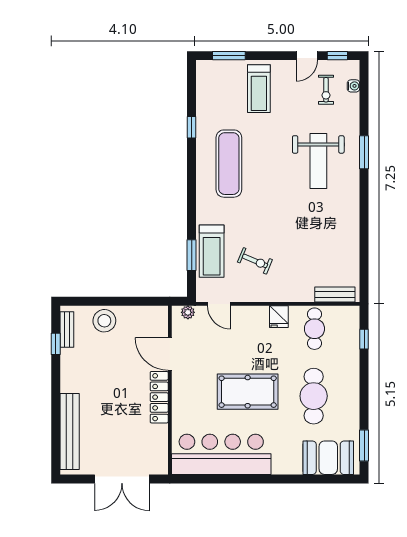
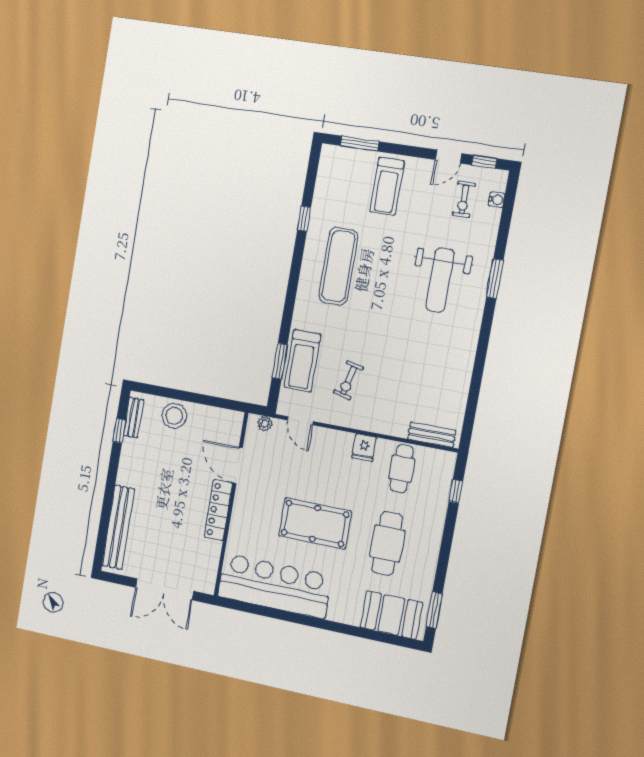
exercise bike: (255, 261) -> (348, 380), turned 80

